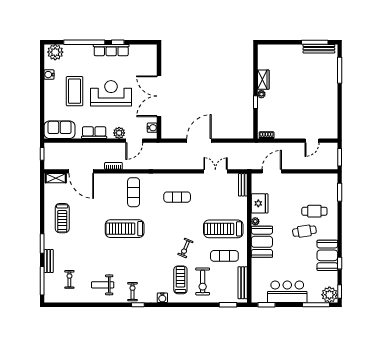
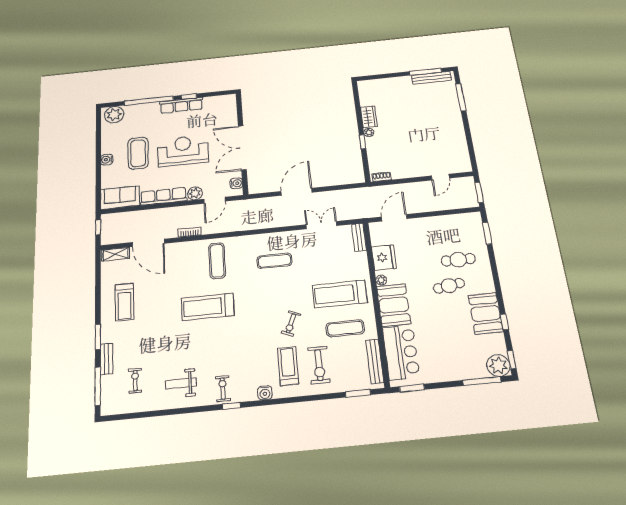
water cooler: (49, 75) -> (107, 160), moved
row of seats: (94, 133) -> (163, 196), width x1.48
bar counter: (287, 292) -> (401, 352), moved, turned 90

